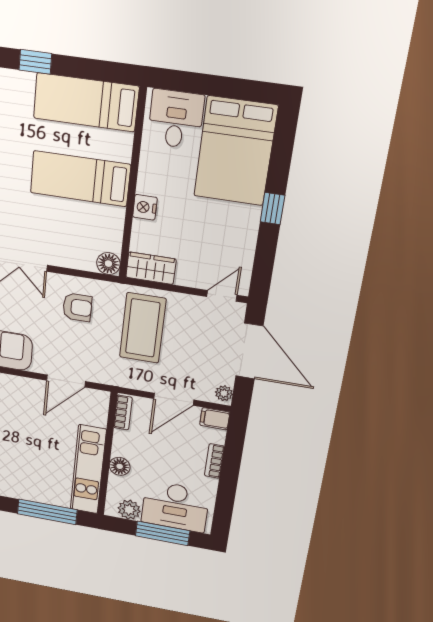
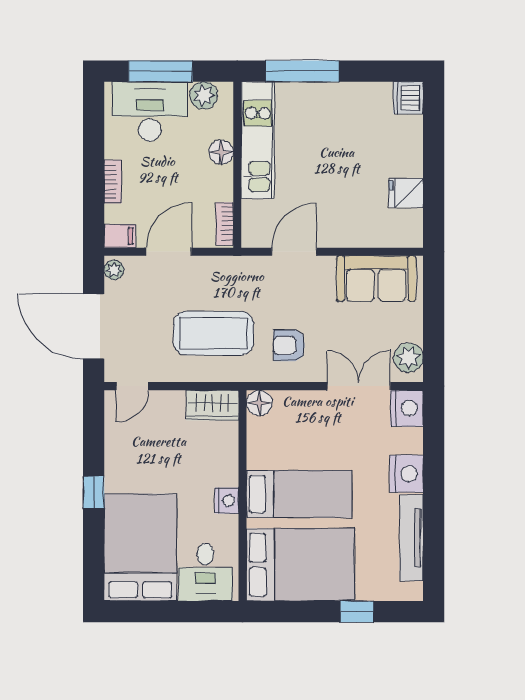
bed: (86, 102) -> (300, 565), width x1.50
nightstand: (145, 207) -> (227, 501), moved
coffee table: (143, 328) -> (214, 333), turned 90

